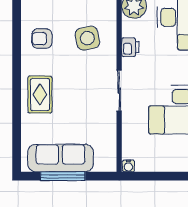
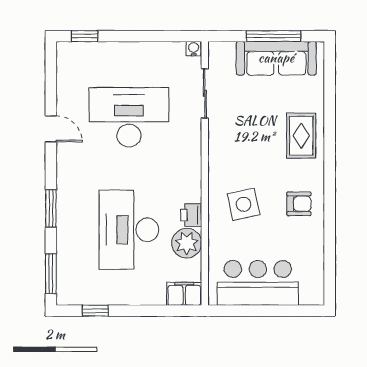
printer: (130, 47) -> (191, 215), moved
sliding door: (119, 91) -> (205, 93), moved

